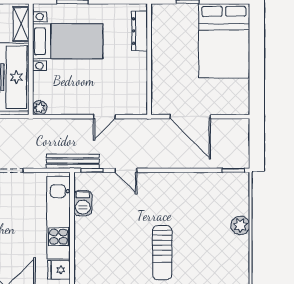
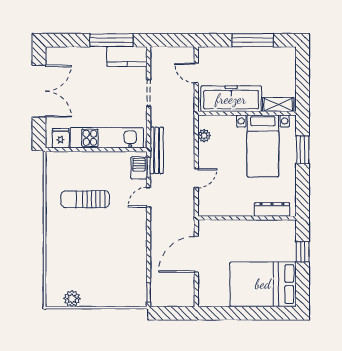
plant: (40, 108) -> (204, 136), moved
door: (104, 117) -> (196, 178), swing flipped
barbecue: (83, 203) -> (139, 168), moved, turned 90
plant: (240, 225) -> (72, 299), moved
sun lounger: (162, 253) -> (85, 199), moved

